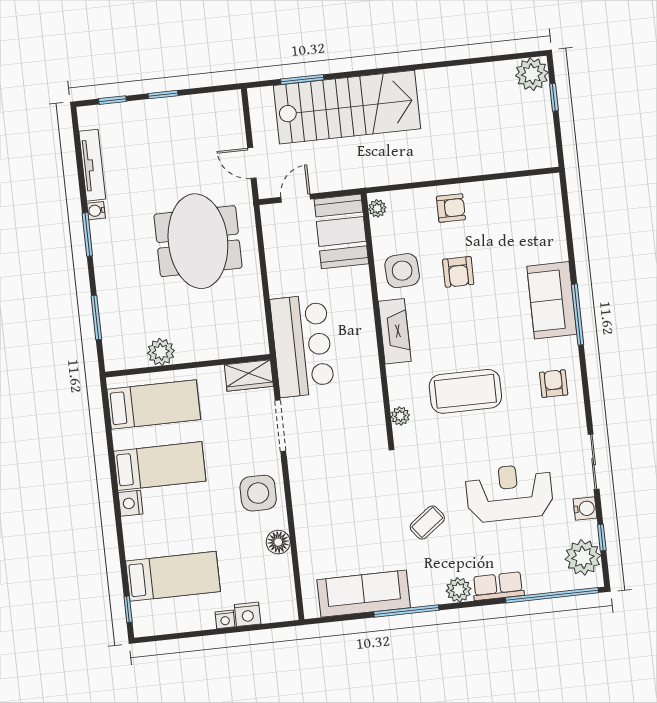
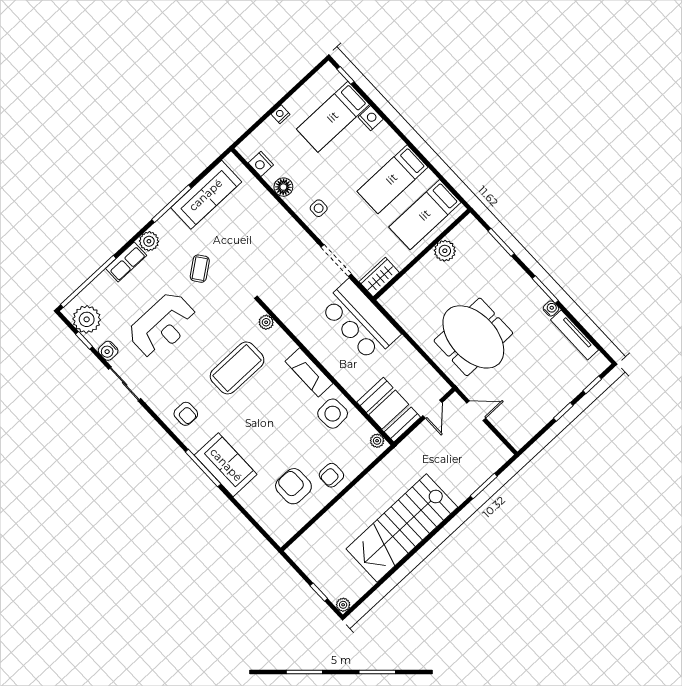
plant: (532, 74) -> (343, 605), width x0.53, depth x0.53
stairs: (347, 107) -> (402, 528), moved
armchair: (458, 272) -> (293, 486), moved, width x1.38, depth x1.38
side table: (258, 493) -> (319, 208), width x0.54, depth x0.54
nightstand: (131, 503) -> (371, 118), moved
nightstand: (248, 614) -> (261, 164), moved, turned -90

